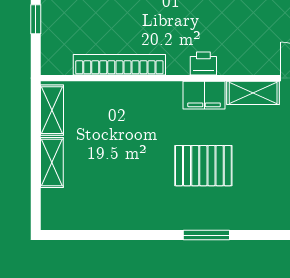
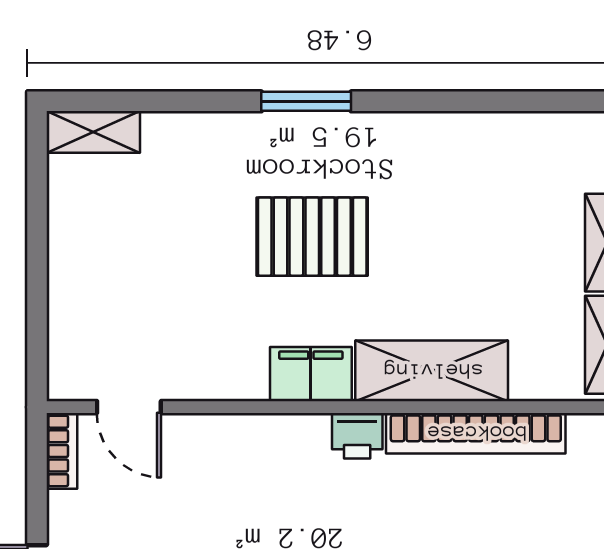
printer: (203, 63) -> (357, 436), moved
shelving: (253, 93) -> (432, 371), moved, width x1.50, depth x1.33

